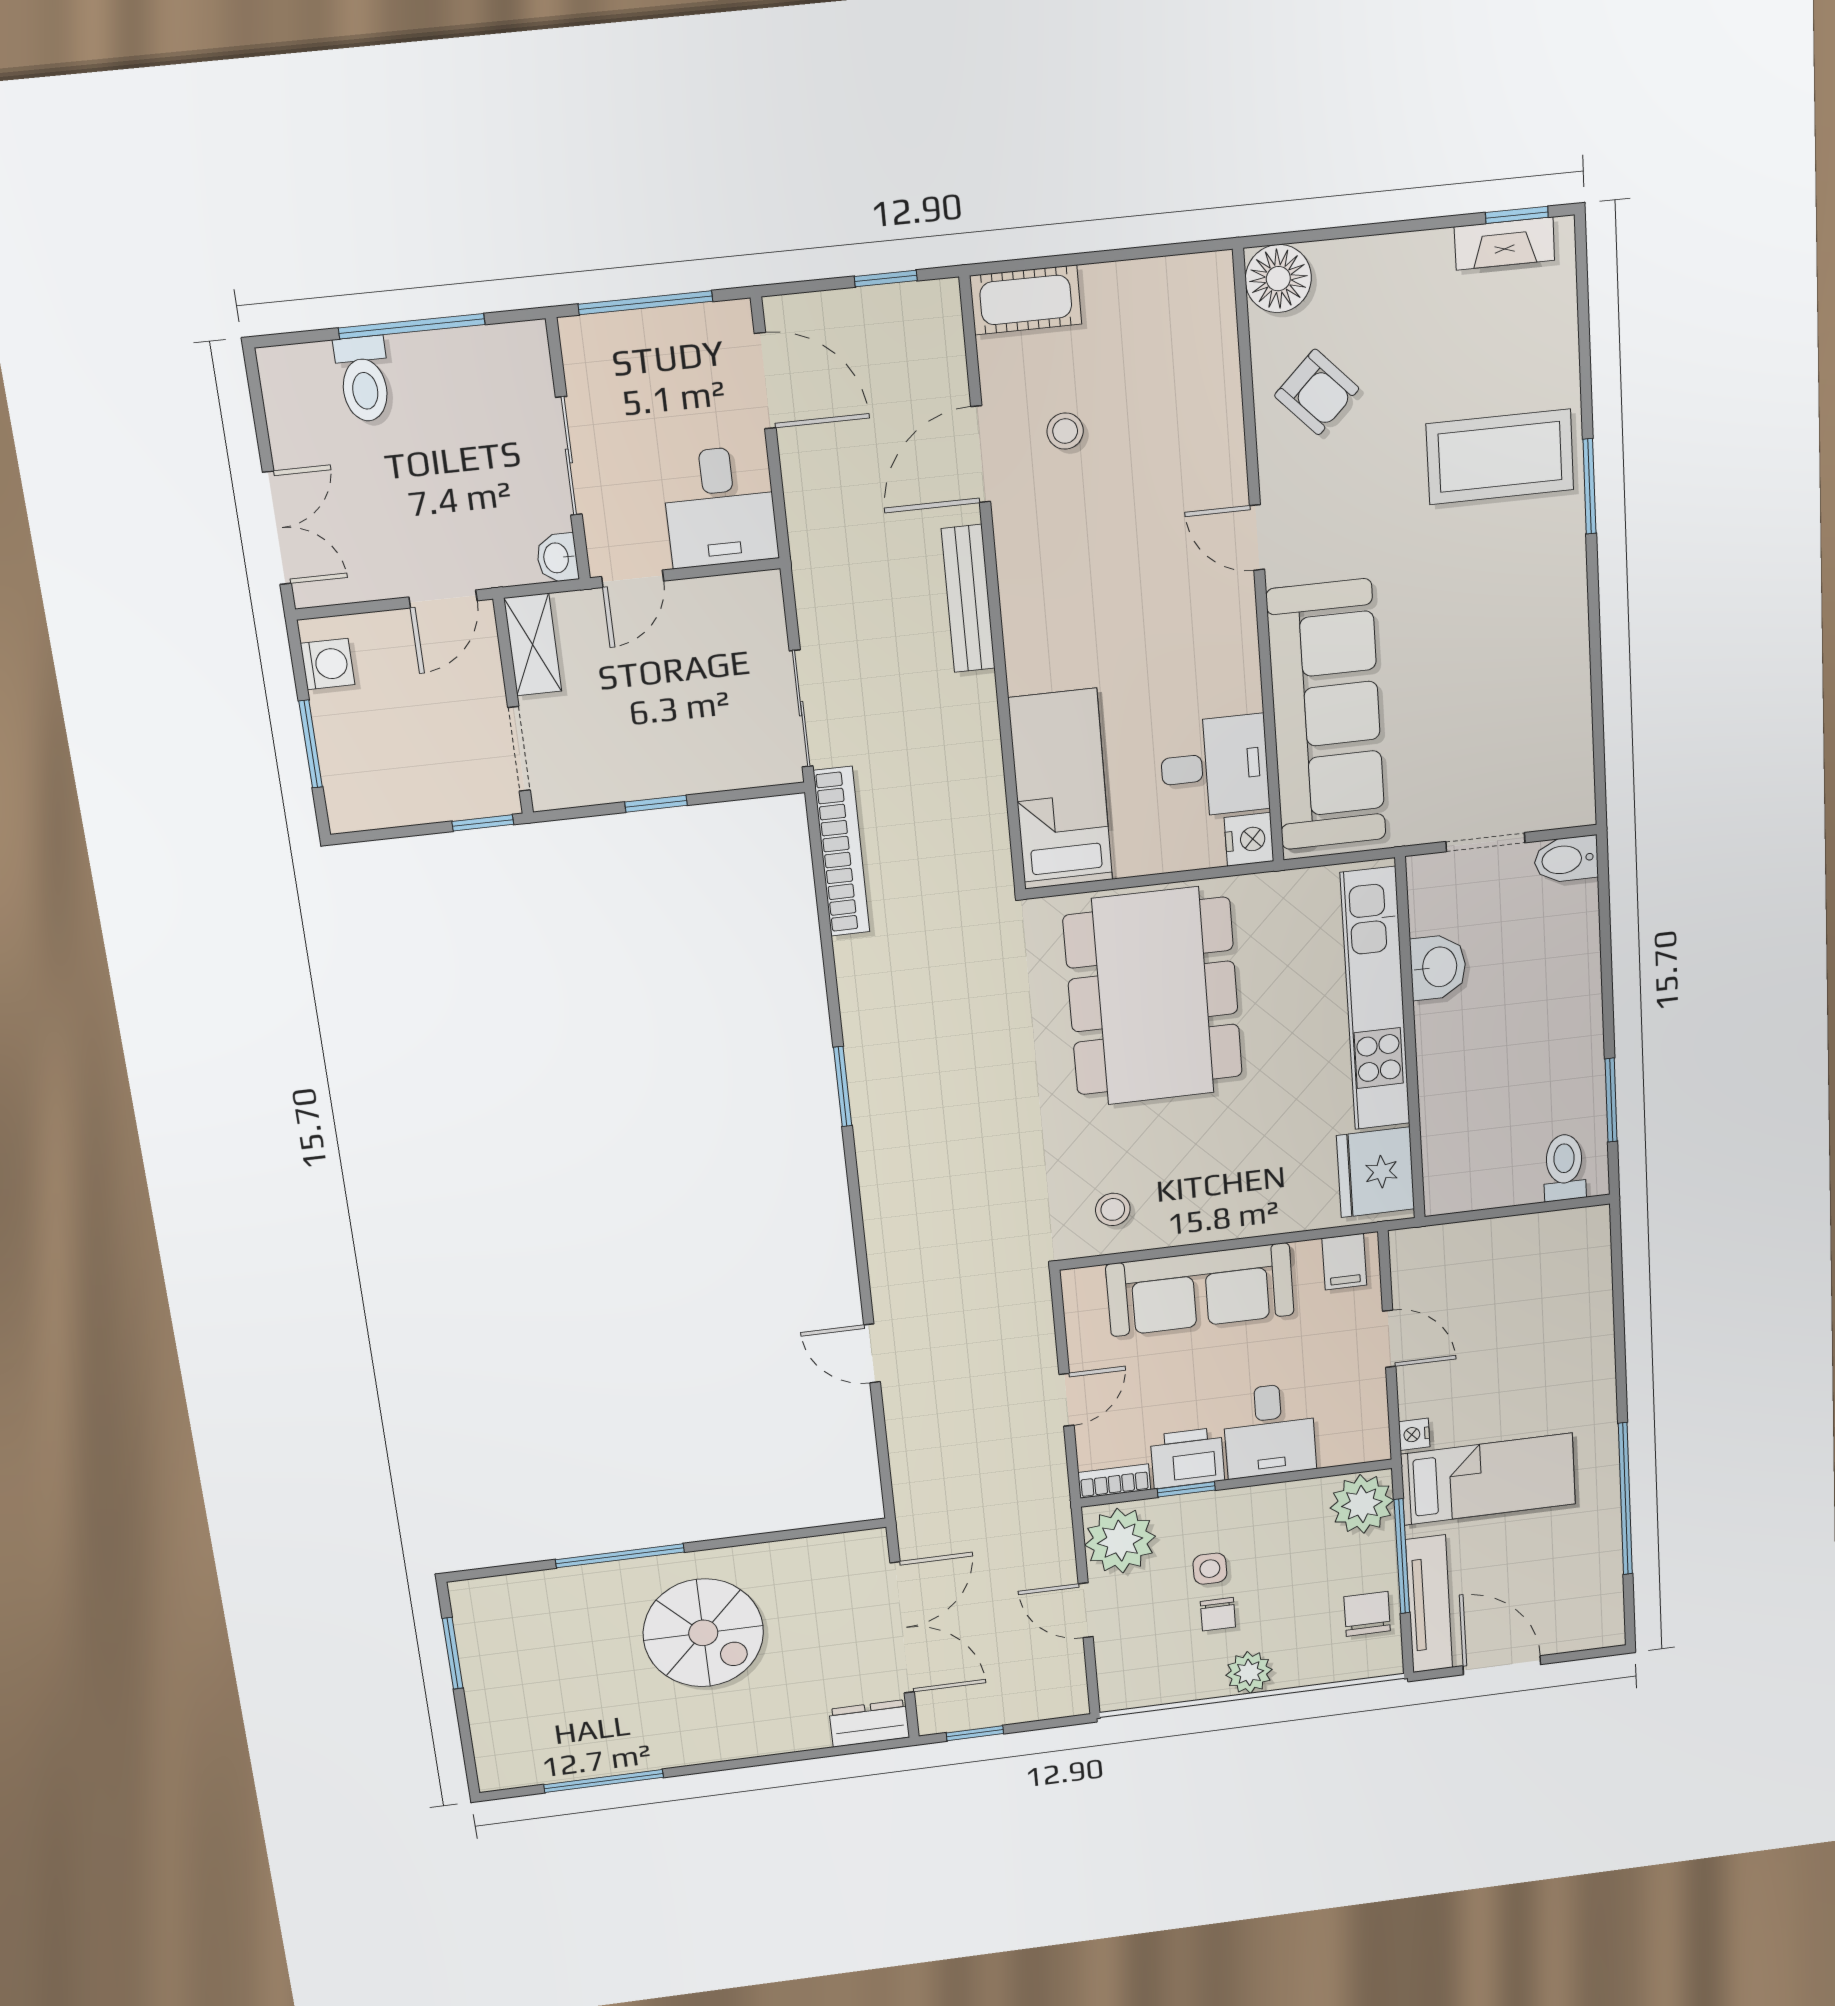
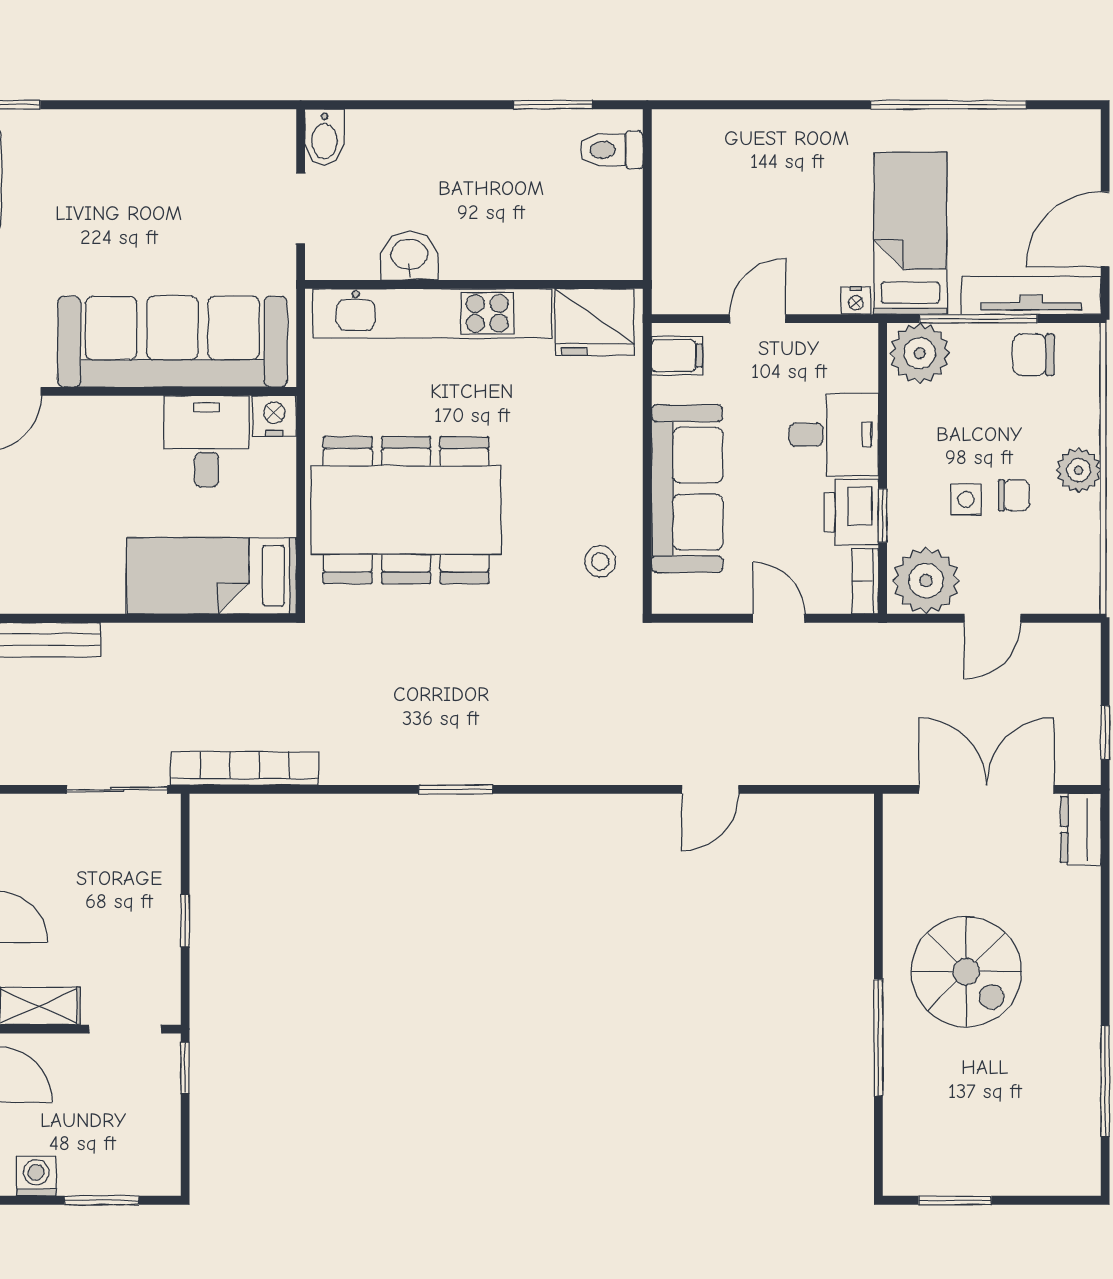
spiral stairs: (703, 1633) -> (966, 972), turned 90

